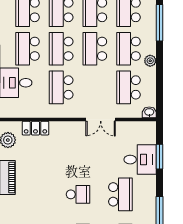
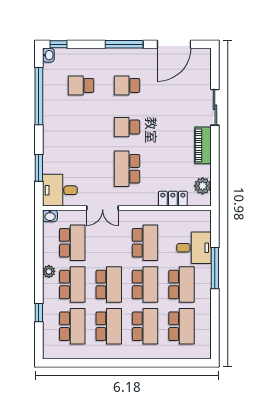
window: (159, 23) -> (39, 313), width x0.46
double door: (101, 119) -> (103, 208), swing flipped
desk: (140, 160) -> (60, 190), moved
school desk: (120, 194) -> (127, 169), moved

